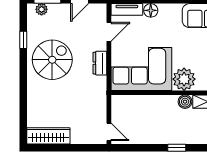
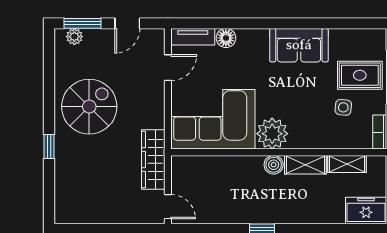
window: (23, 40) -> (49, 146), moved
dresser: (100, 63) -> (156, 111), removed
wardrobe: (48, 136) -> (153, 159), moved, turned -90

